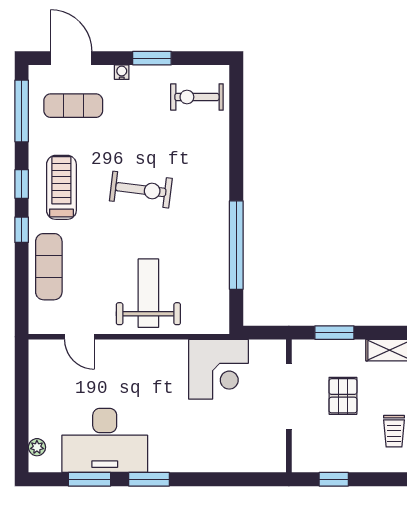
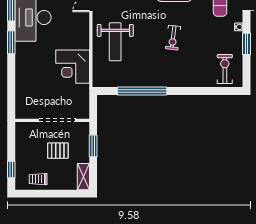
exercise bike: (141, 190) -> (173, 38), width x0.73, depth x0.72
weight bench: (148, 293) -> (115, 42), turned 90
corner desk: (218, 369) -> (73, 67), moved
window: (334, 479) -> (11, 170), moved

